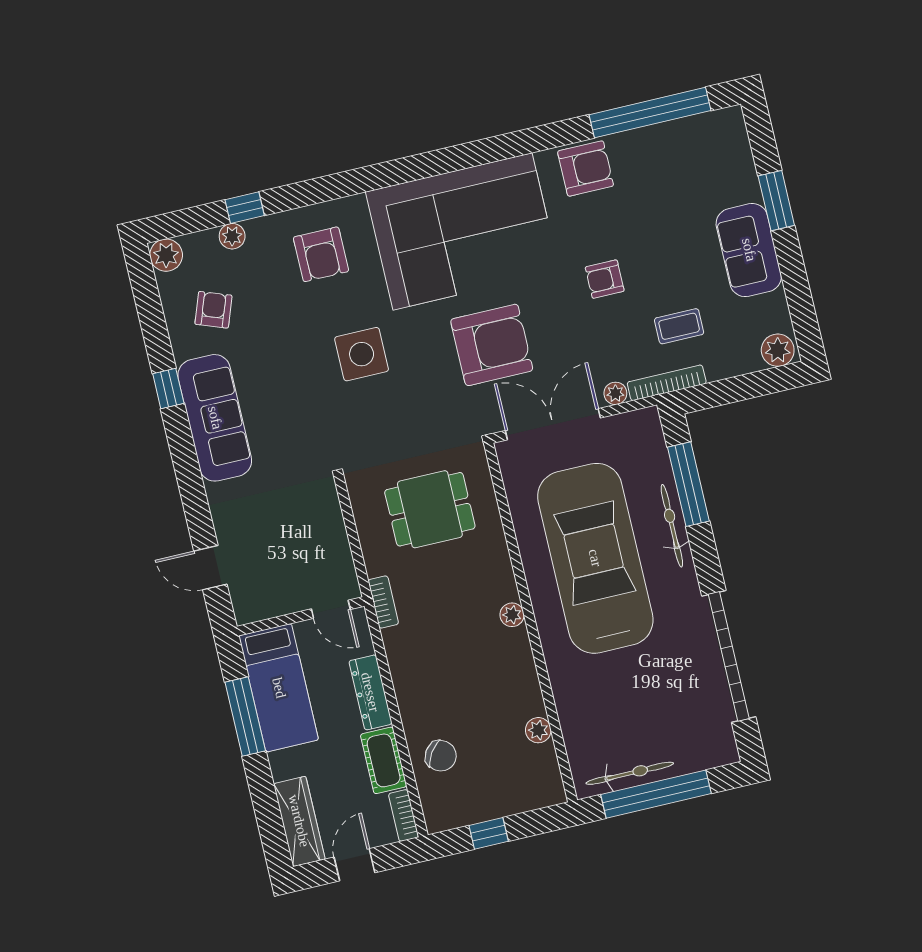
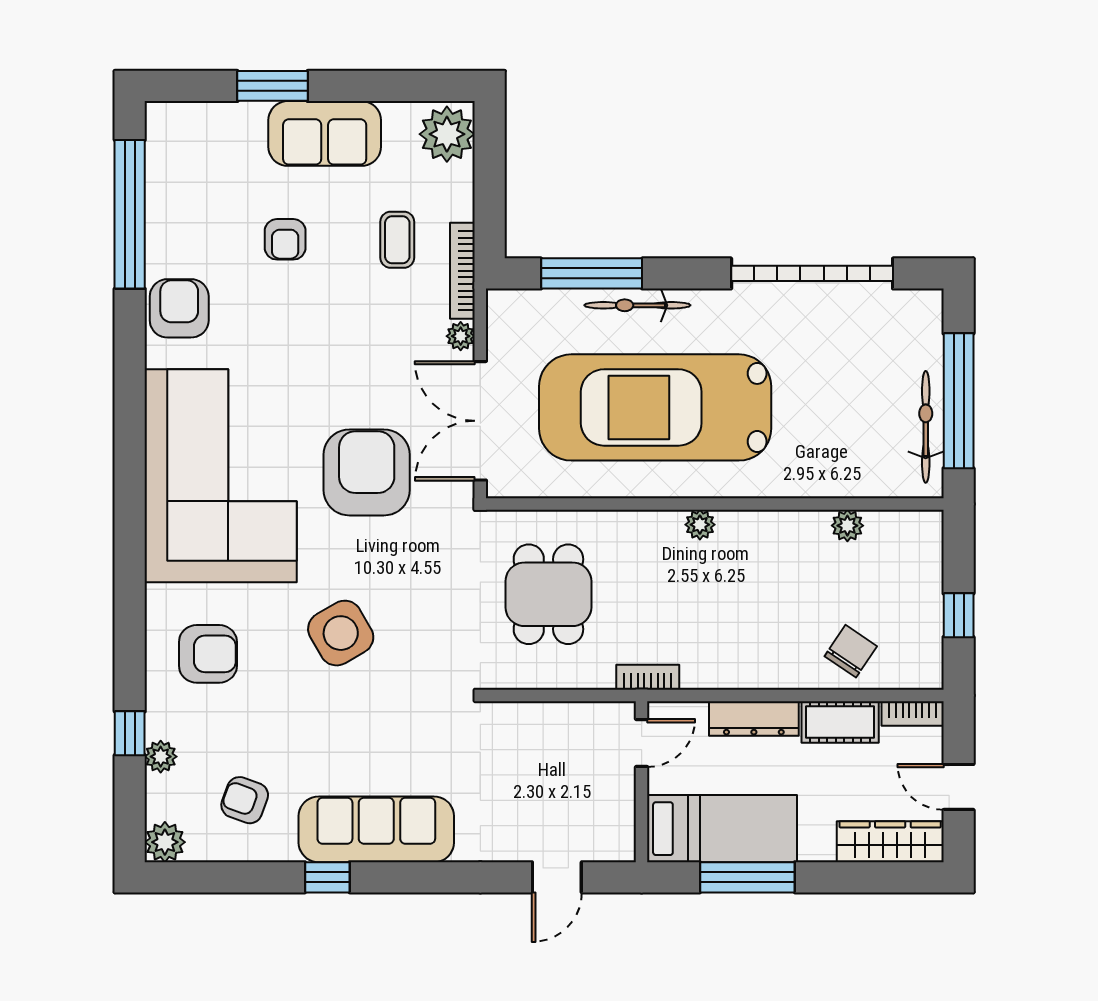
armchair: (605, 279) -> (285, 239), moved
plant: (778, 350) -> (447, 134), width x1.36, depth x1.36
side table: (362, 354) -> (341, 633), turned -30

